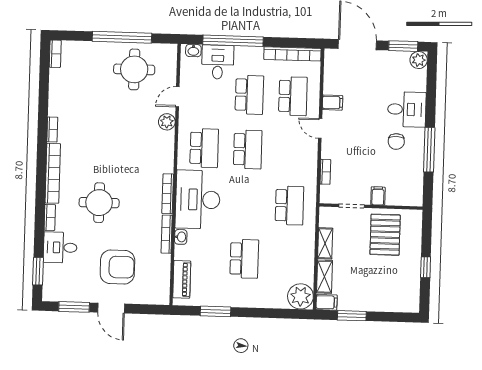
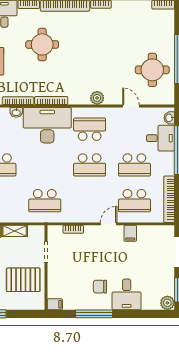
plant: (167, 122) -> (97, 98), moved
school desk: (204, 148) -> (90, 129), turned 180
filing cabinet: (378, 196) -> (55, 304), moved

